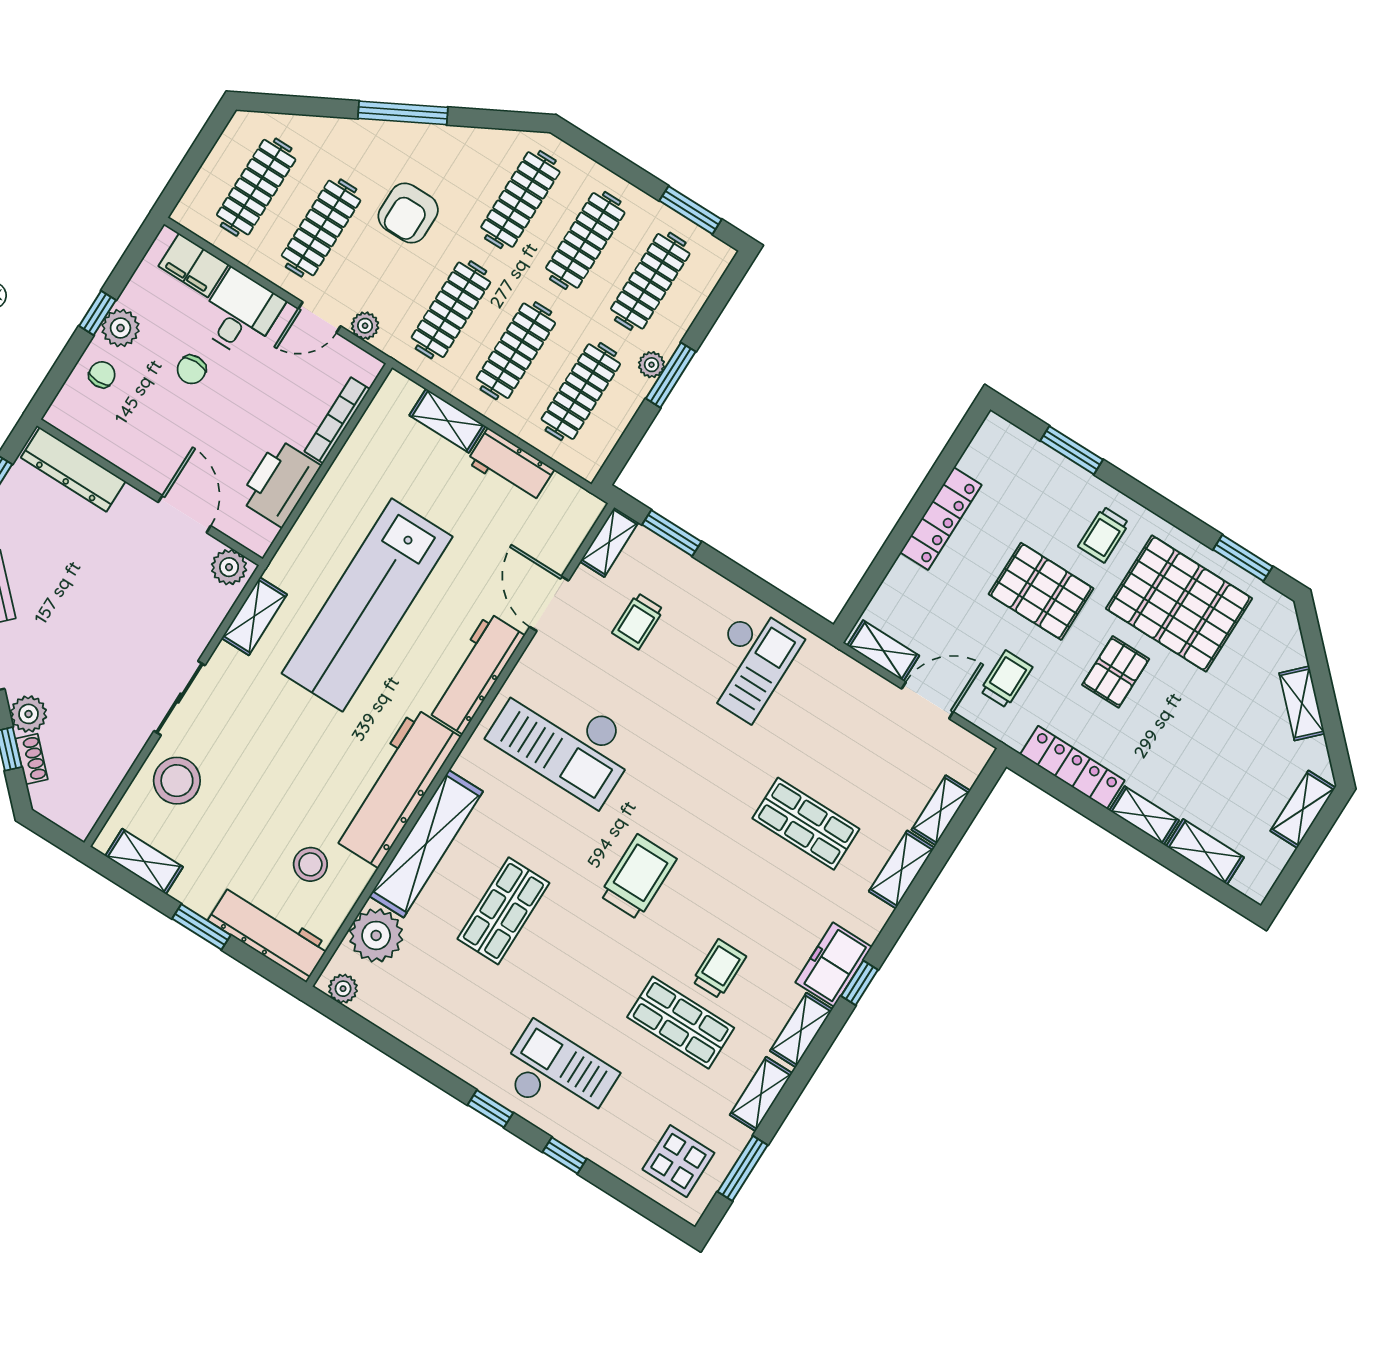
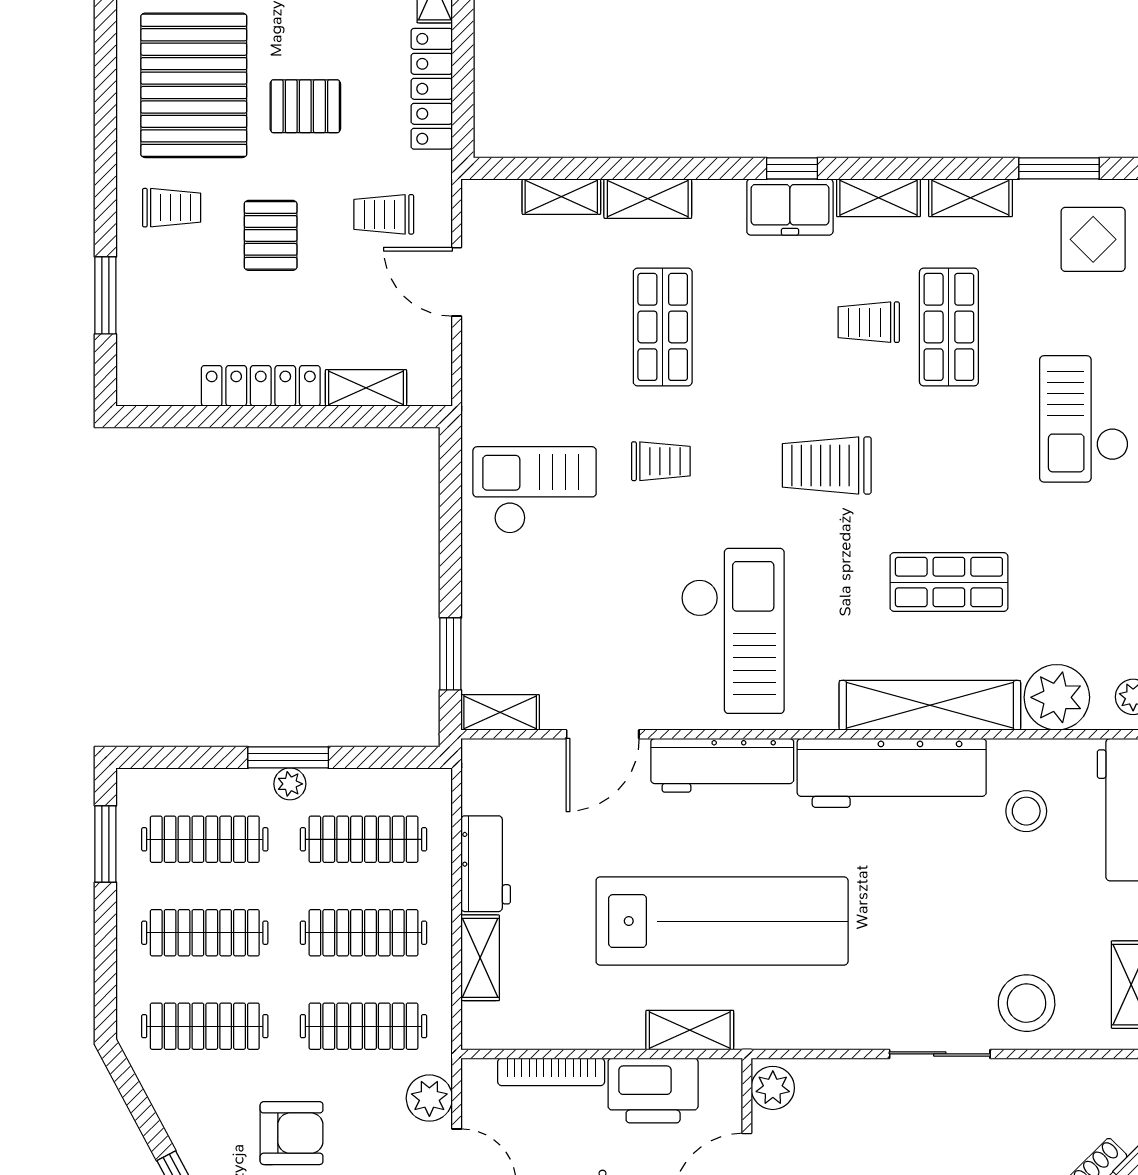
plant: (365, 326) -> (429, 1098), width x1.38, depth x1.38
window: (1243, 558) -> (105, 49), removed
pallet: (1041, 591) -> (271, 235), width x0.67, depth x0.71
shelving: (254, 616) -> (690, 1030), moved
trolley: (638, 621) -> (661, 461), moved
shelving: (883, 651) -> (366, 388), moved, turned 90

